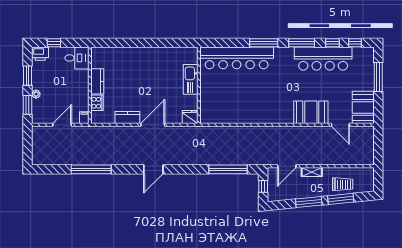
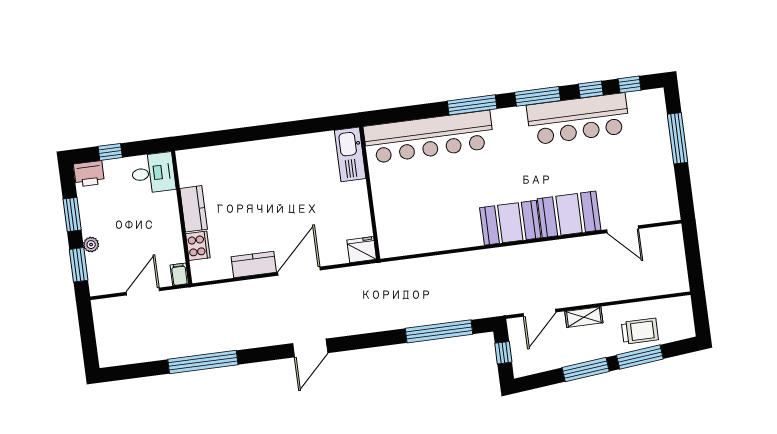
kitchen sink: (191, 79) -> (350, 154), moved
booth: (363, 107) -> (510, 223), moved, turned 90

